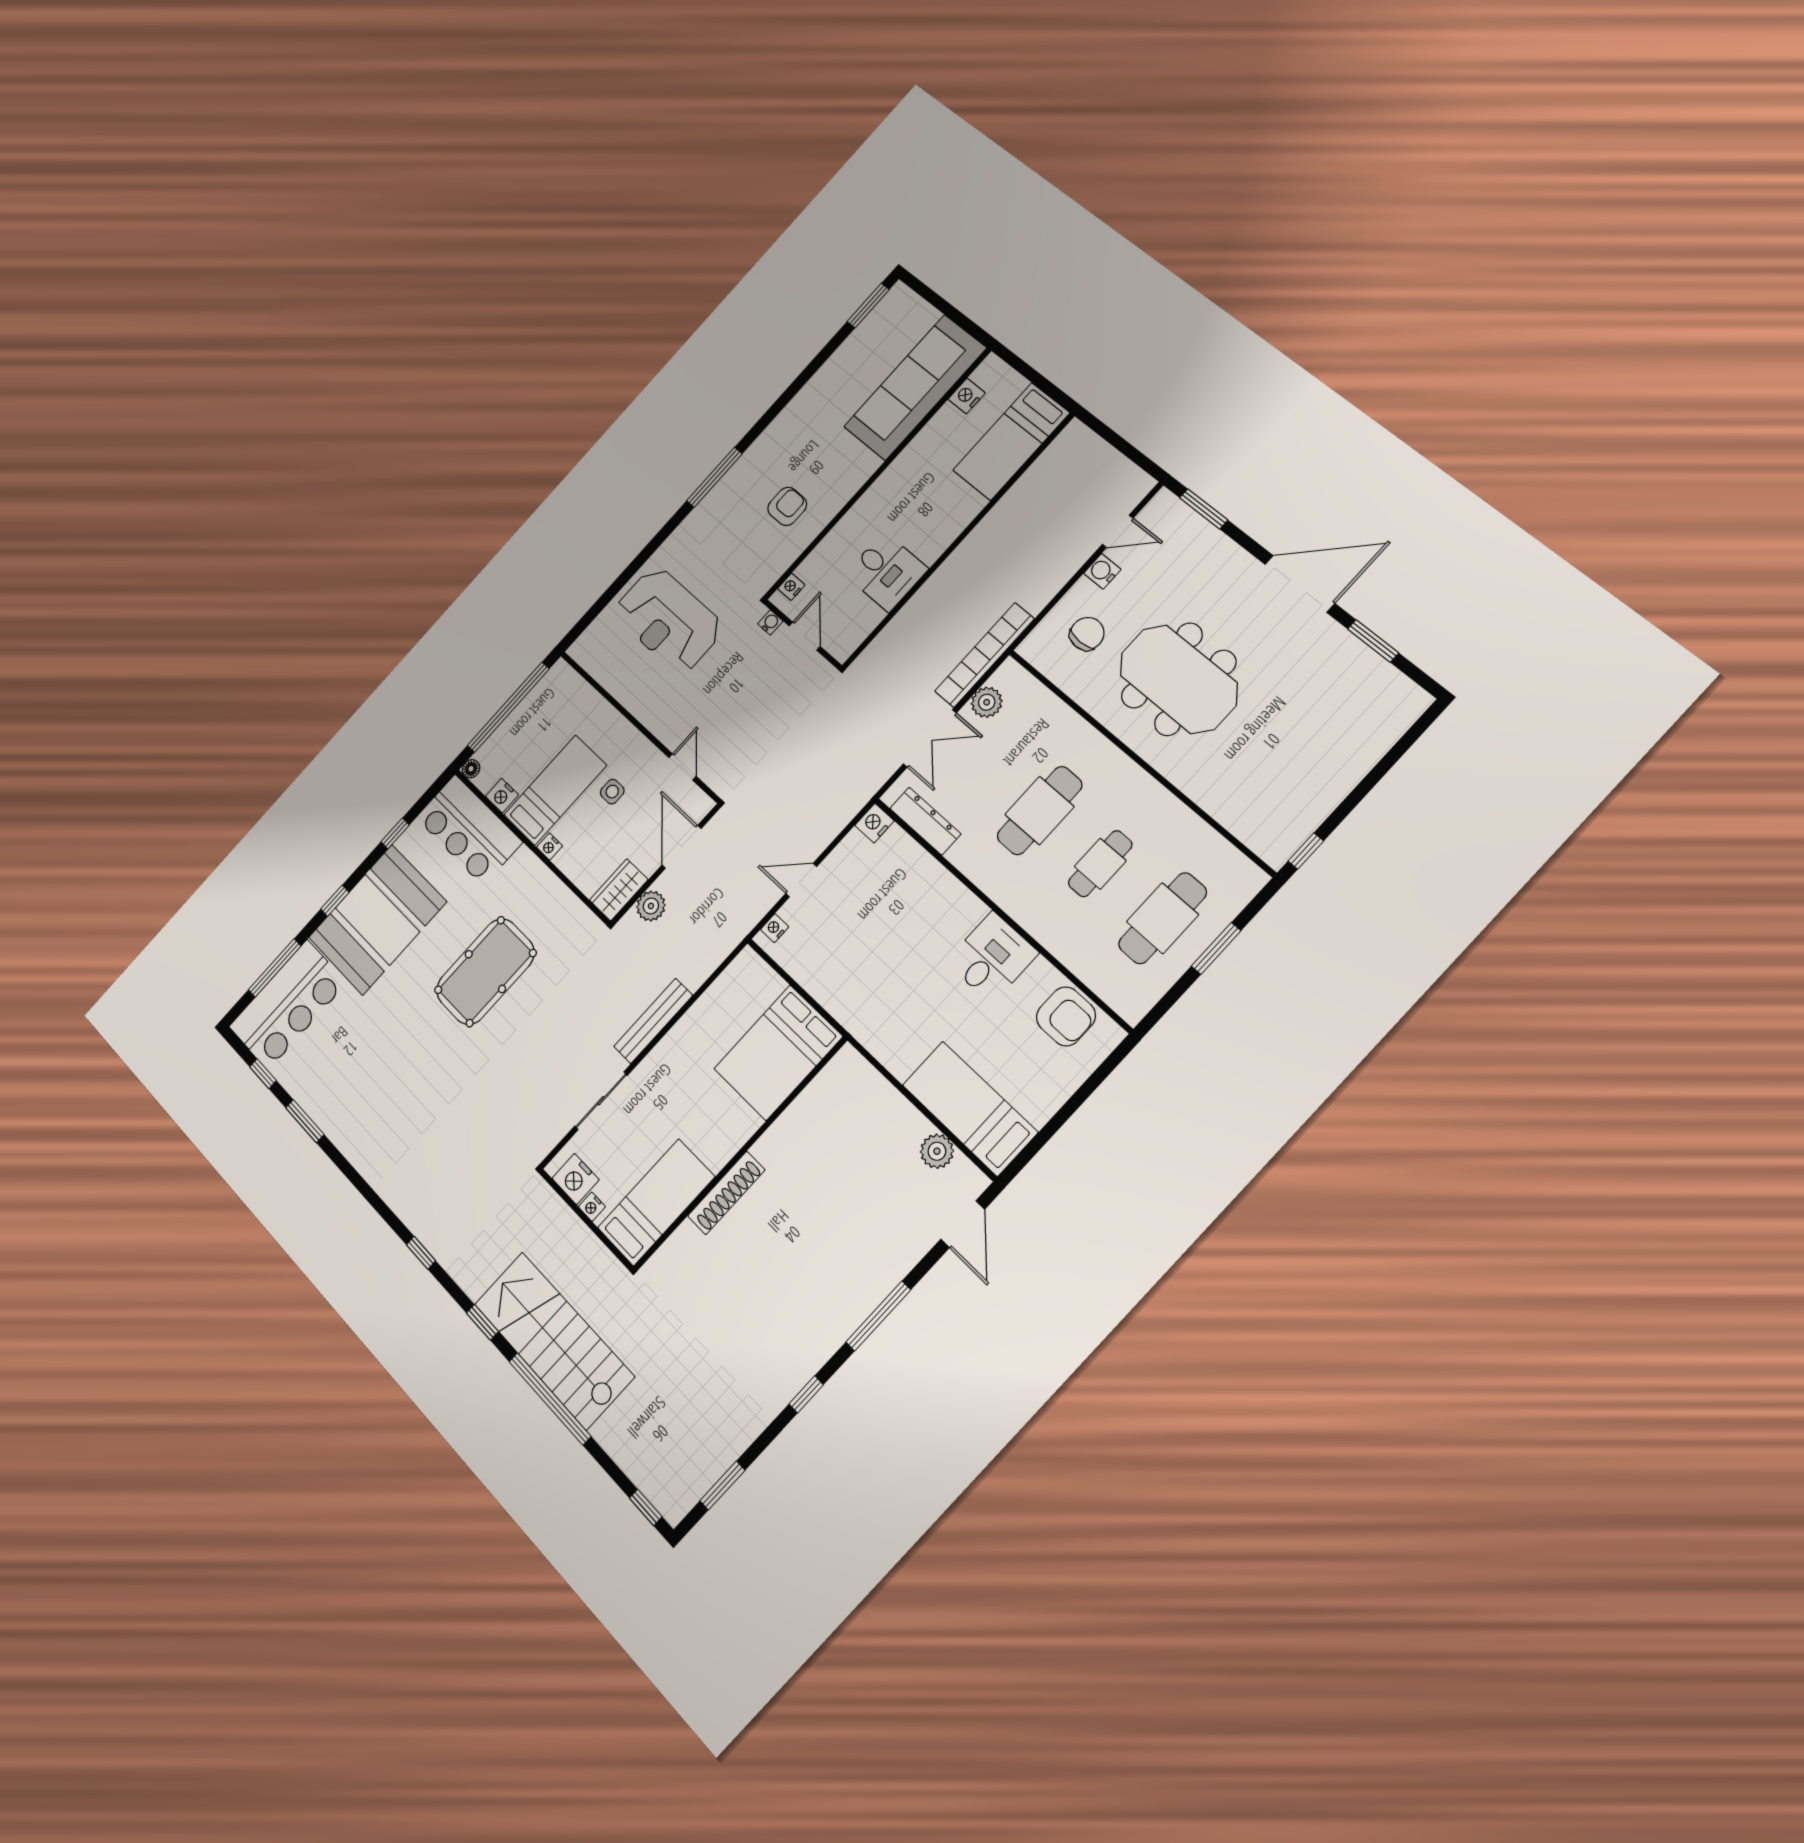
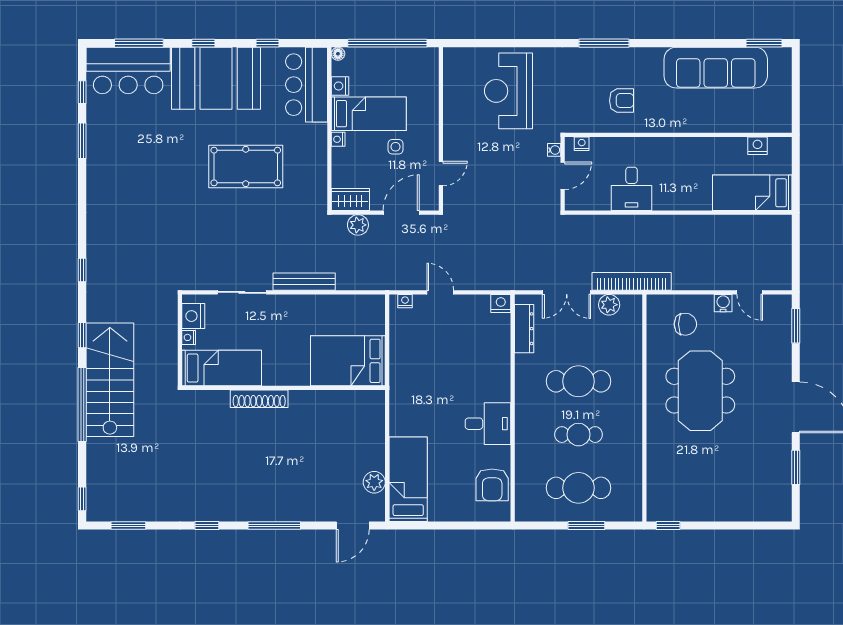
sofa: (915, 387) -> (716, 68), moved, turned 180

